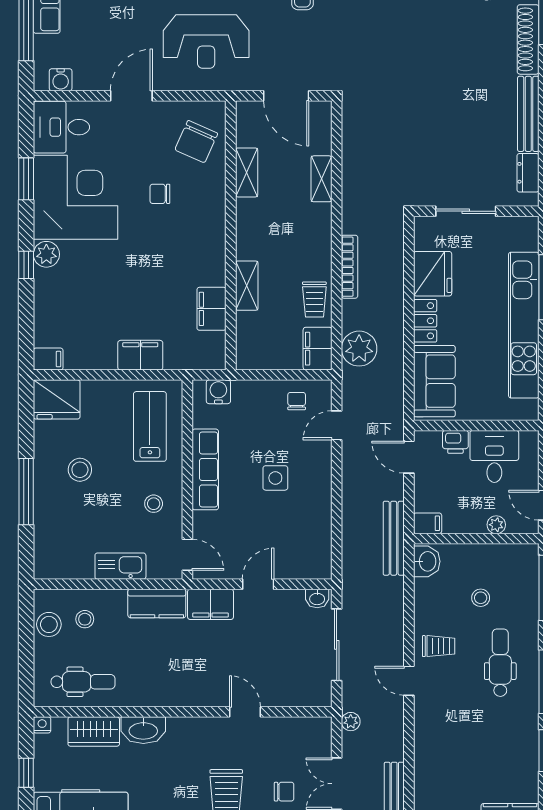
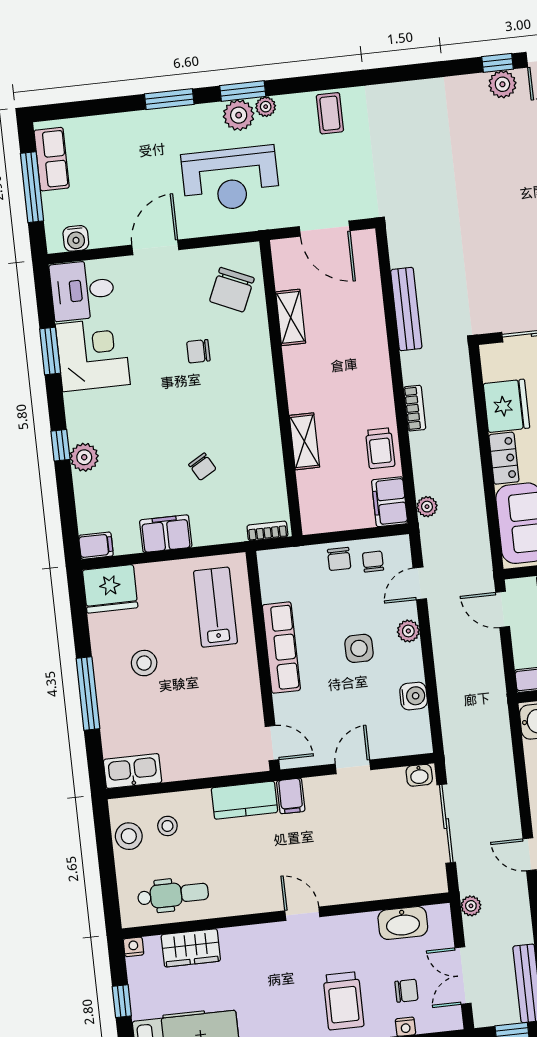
shelving: (321, 179) -> (373, 315), removed
corner desk: (76, 197) -> (93, 354), width x0.74, depth x0.74
plant: (46, 254) -> (84, 457), moved
bookcase: (350, 267) -> (415, 408), width x0.64
chair: (152, 298) -> (202, 467), added
filing cabinet: (211, 309) -> (269, 471), removed
plant: (359, 349) -> (427, 507), width x0.53, depth x0.53
filing cabinet: (140, 355) -> (166, 534), moved
bookcase: (204, 363) -> (267, 531), added
water cooler: (218, 392) -> (414, 696), moved, turned 90
chair: (266, 395) -> (339, 559), added
plant: (322, 467) -> (408, 631), added
stool: (154, 504) -> (229, 691), removed
bench: (394, 538) -> (406, 309), moved
kitchen sink: (120, 566) -> (133, 771), moved
filing cabinet: (210, 604) -> (291, 796), width x0.50
door: (245, 712) -> (302, 914), moved
washbasin: (143, 730) -> (403, 923), moved

